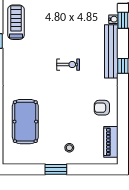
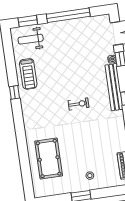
treadmill: (16, 22) -> (28, 74), turned 180
armchair: (102, 108) -> (113, 137), removed

